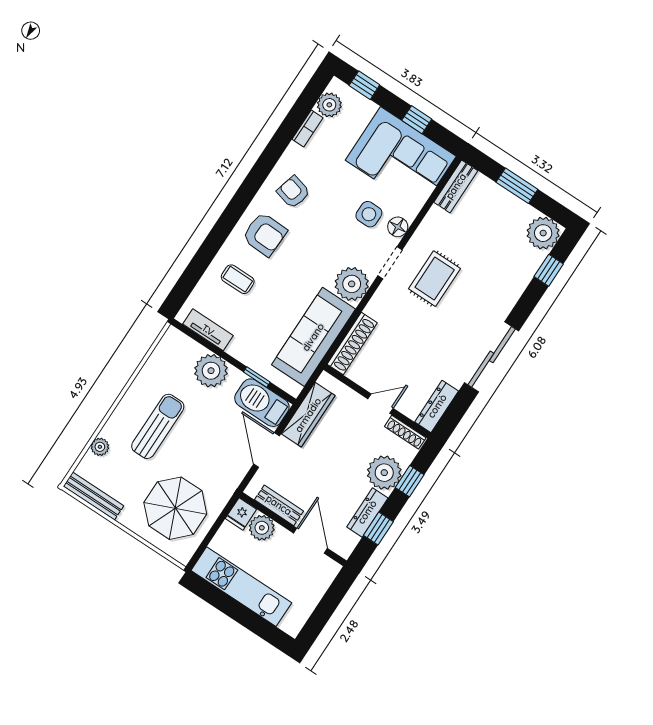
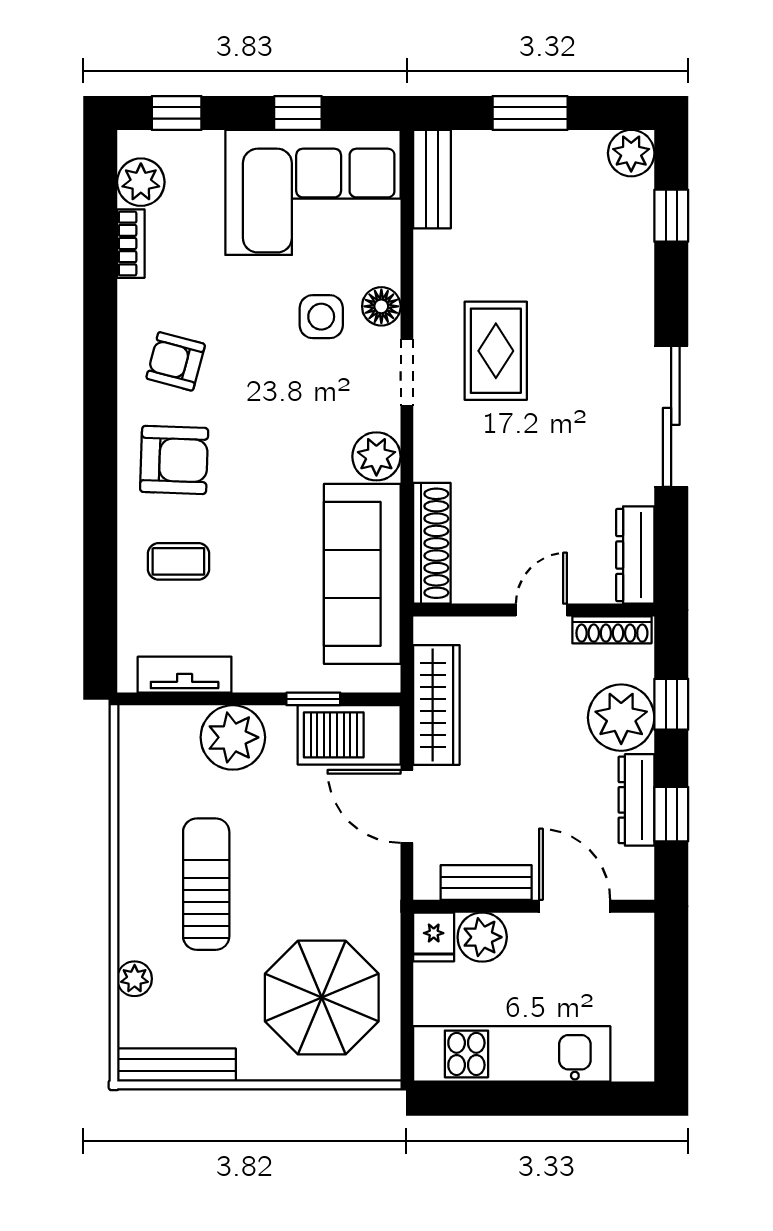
plant: (543, 233) -> (631, 153), width x0.73, depth x0.73
plant: (352, 284) -> (376, 456), width x0.73, depth x0.73

